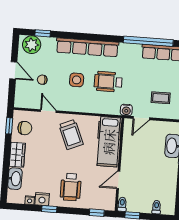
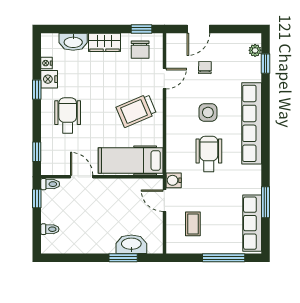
window: (148, 41) -> (265, 202), width x0.47
plant: (32, 45) -> (255, 50), width x0.53, depth x0.53
door: (13, 70) -> (198, 29), moved
wheelchair: (71, 187) -> (68, 115), turned 90

